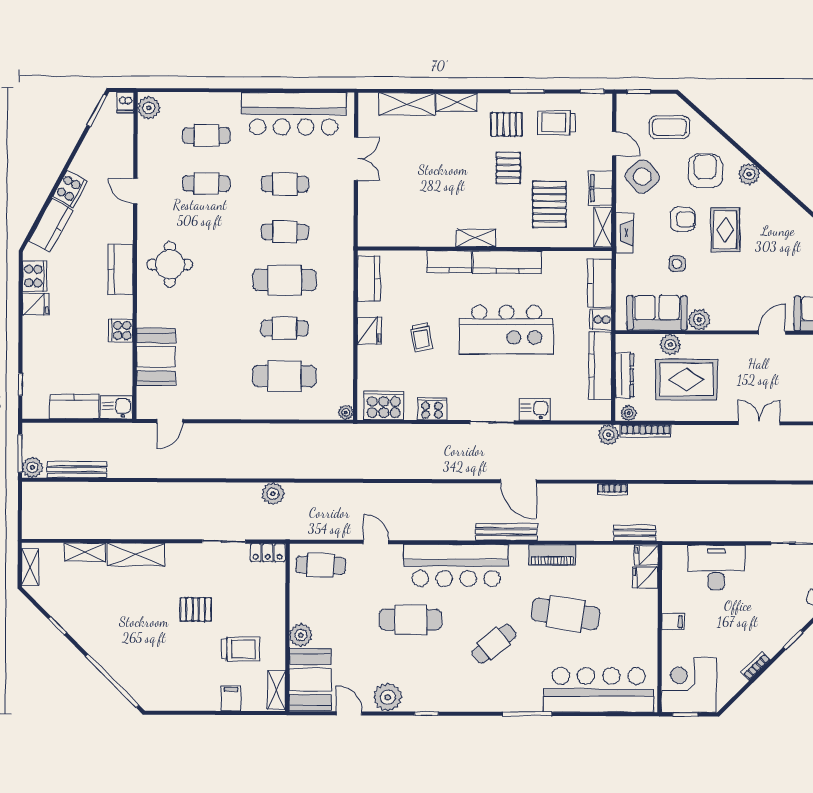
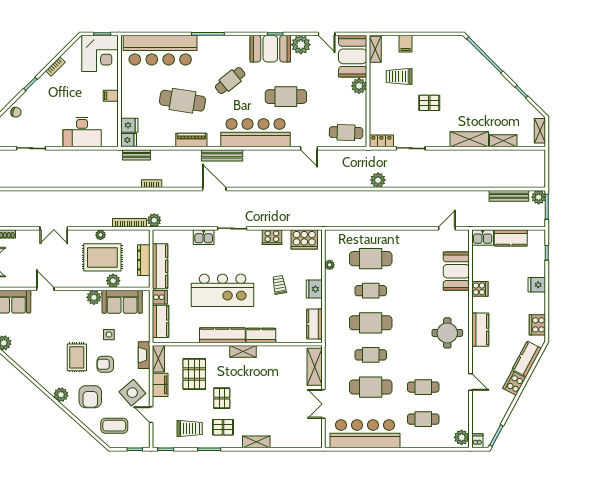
shelving: (407, 104) -> (315, 367), moved, turned 90
cafe table: (285, 184) -> (371, 387), width x1.37, depth x1.35
fridge: (36, 304) -> (537, 285), moved
kitchen island: (506, 330) -> (223, 290), turned 180
door: (772, 333) -> (45, 289), swing flipped
plant: (346, 412) -> (330, 265), moved
plant: (629, 413) -> (100, 235), moved
booth: (434, 691) -> (270, 49), added

